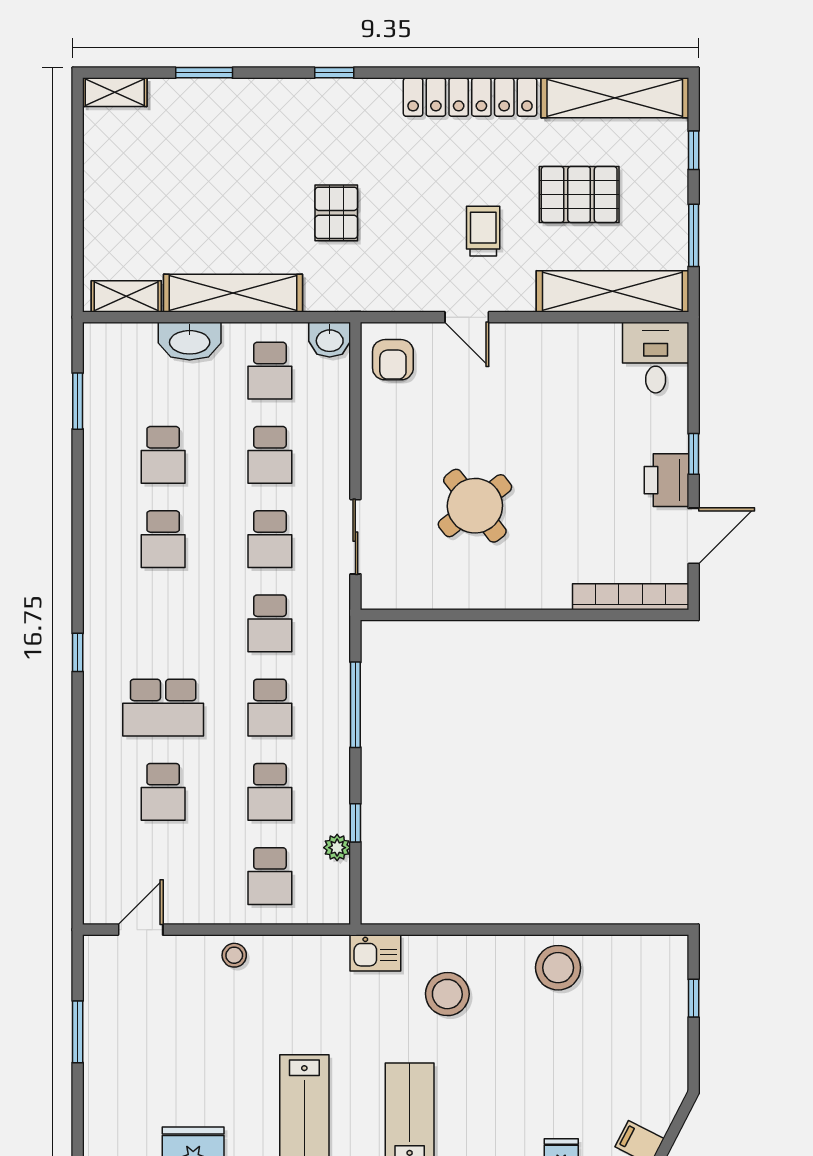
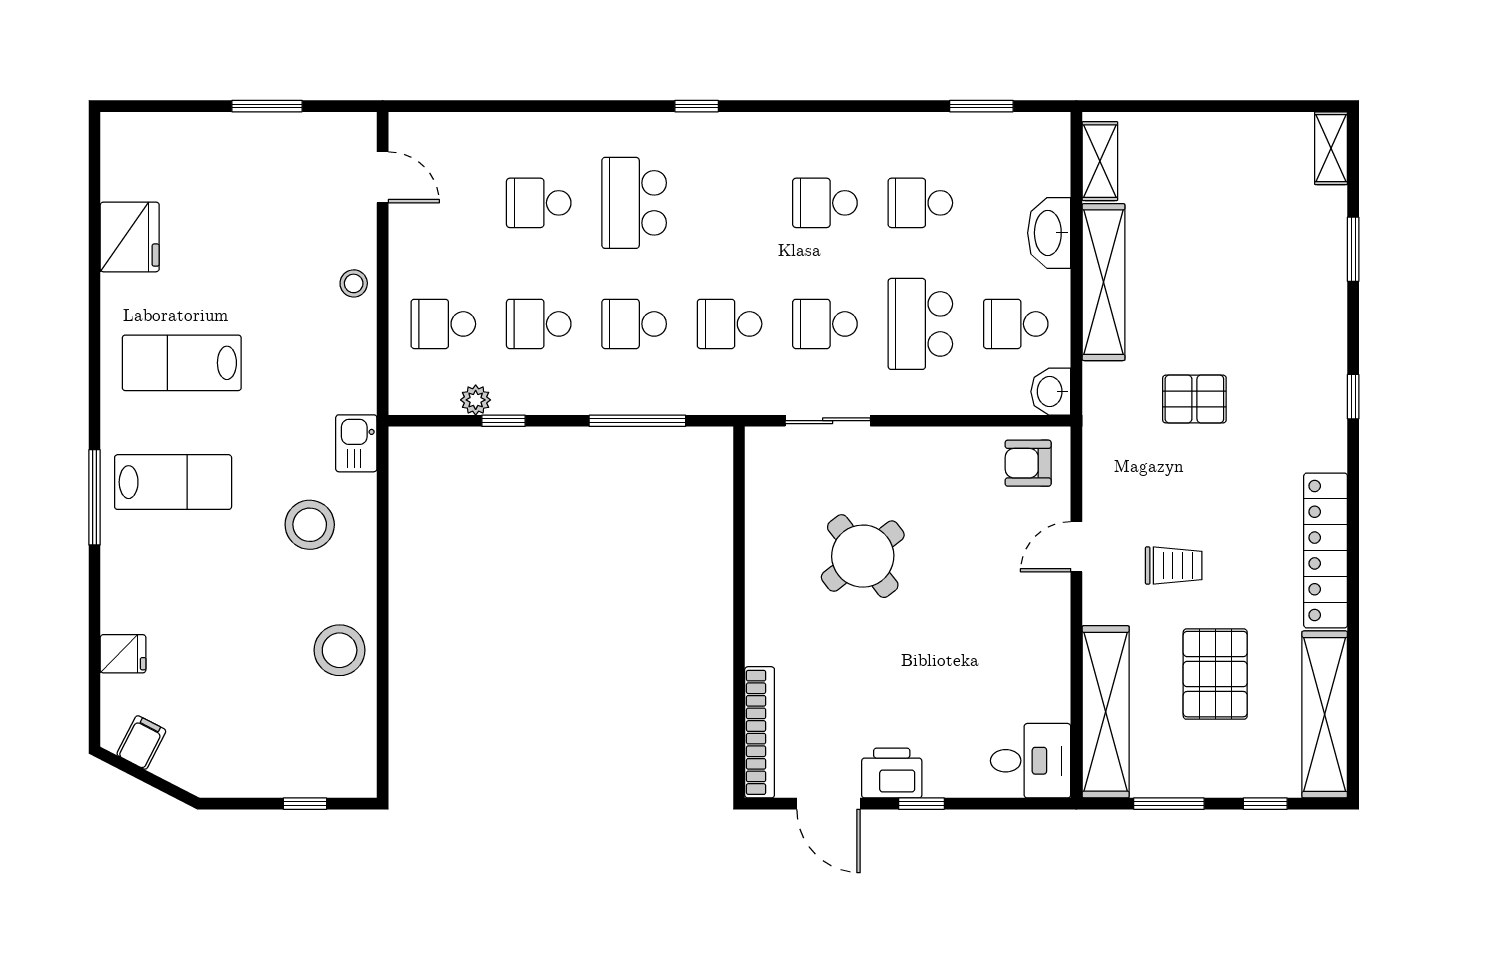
school desk: (270, 455) -> (920, 324), width x1.85

